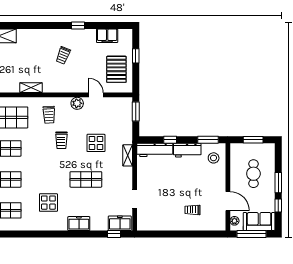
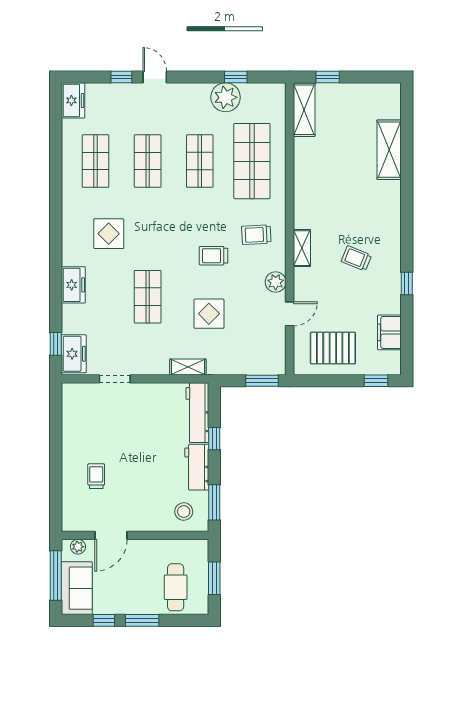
window: (136, 56) -> (376, 381), moved
shelving: (31, 88) -> (302, 248), moved
cafe table: (253, 174) -> (176, 587), moved, turned 90

